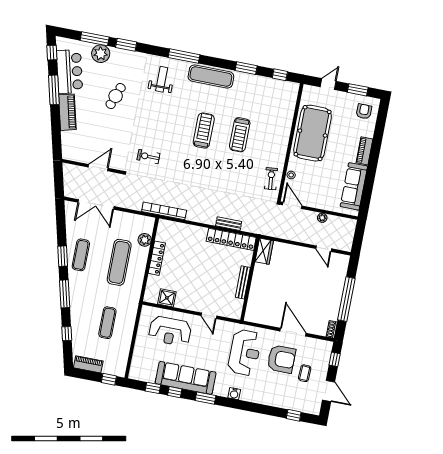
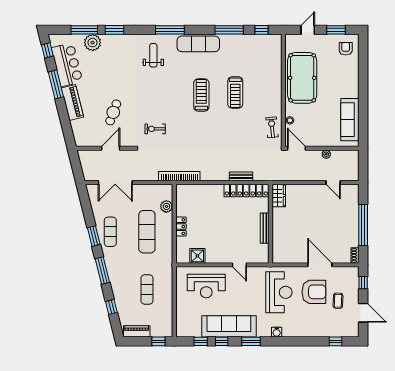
window: (246, 68) -> (229, 30), width x1.44
cafe table: (116, 96) -> (113, 112), moved
piano: (364, 151) -> (353, 85), removed
locker: (157, 258) -> (181, 227), width x0.66

